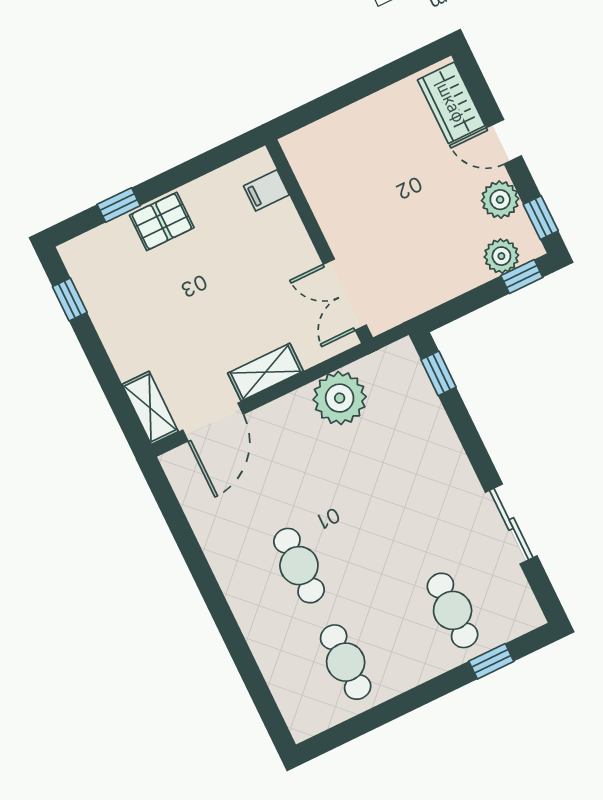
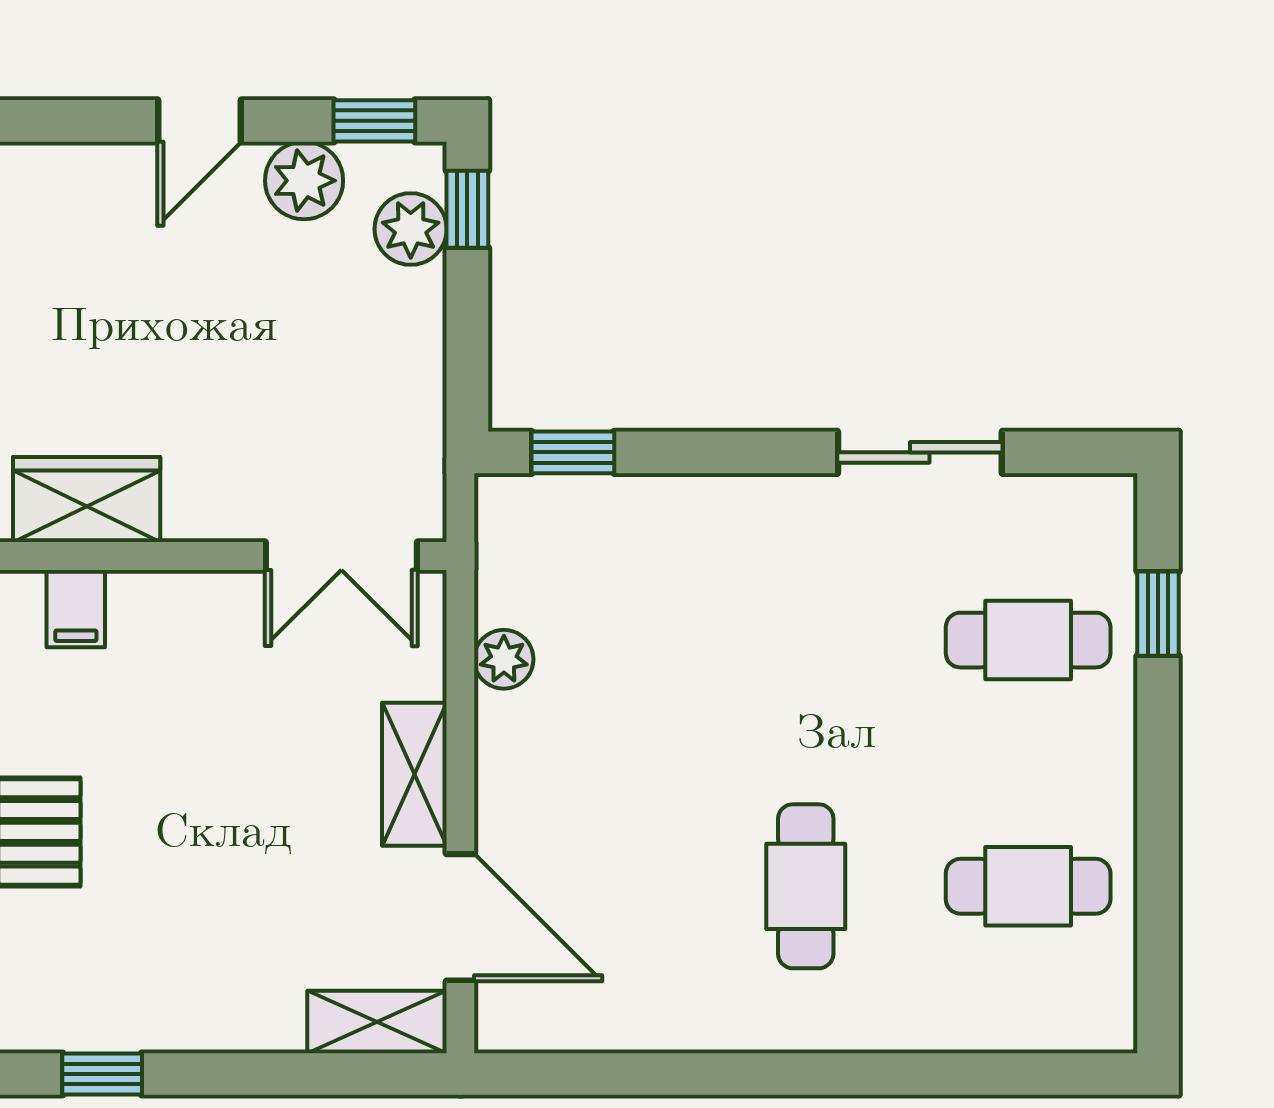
wardrobe: (451, 103) -> (87, 500), moved, turned 180
plant: (340, 398) -> (504, 659), width x0.53, depth x0.53
cafe table: (299, 566) -> (806, 886), turned 90

